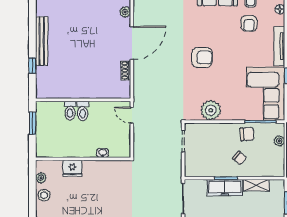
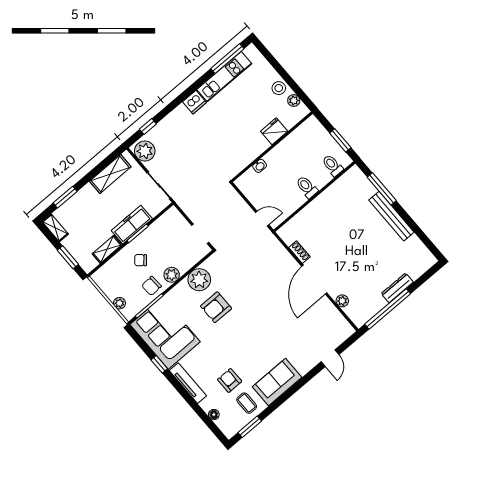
armchair: (202, 57) -> (216, 307), moved
window: (32, 66) -> (382, 189), width x2.17
toilet: (70, 111) -> (333, 165), moved
plant: (227, 130) -> (172, 275), added

